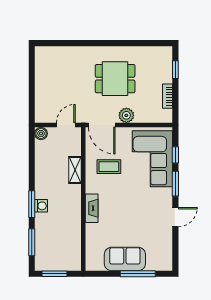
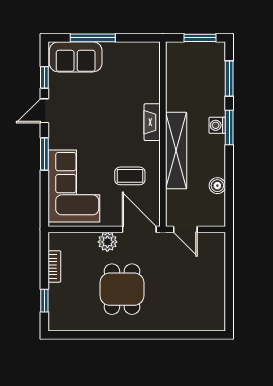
dining table: (115, 79) -> (122, 289), turned 90
door: (66, 125) -> (185, 229), hinge flipped
boiler: (41, 134) -> (217, 186), moved
window: (175, 155) -> (44, 77), moved
shelving: (75, 170) -> (176, 151), width x2.20, depth x1.33
sofa: (125, 259) -> (76, 57), moved

